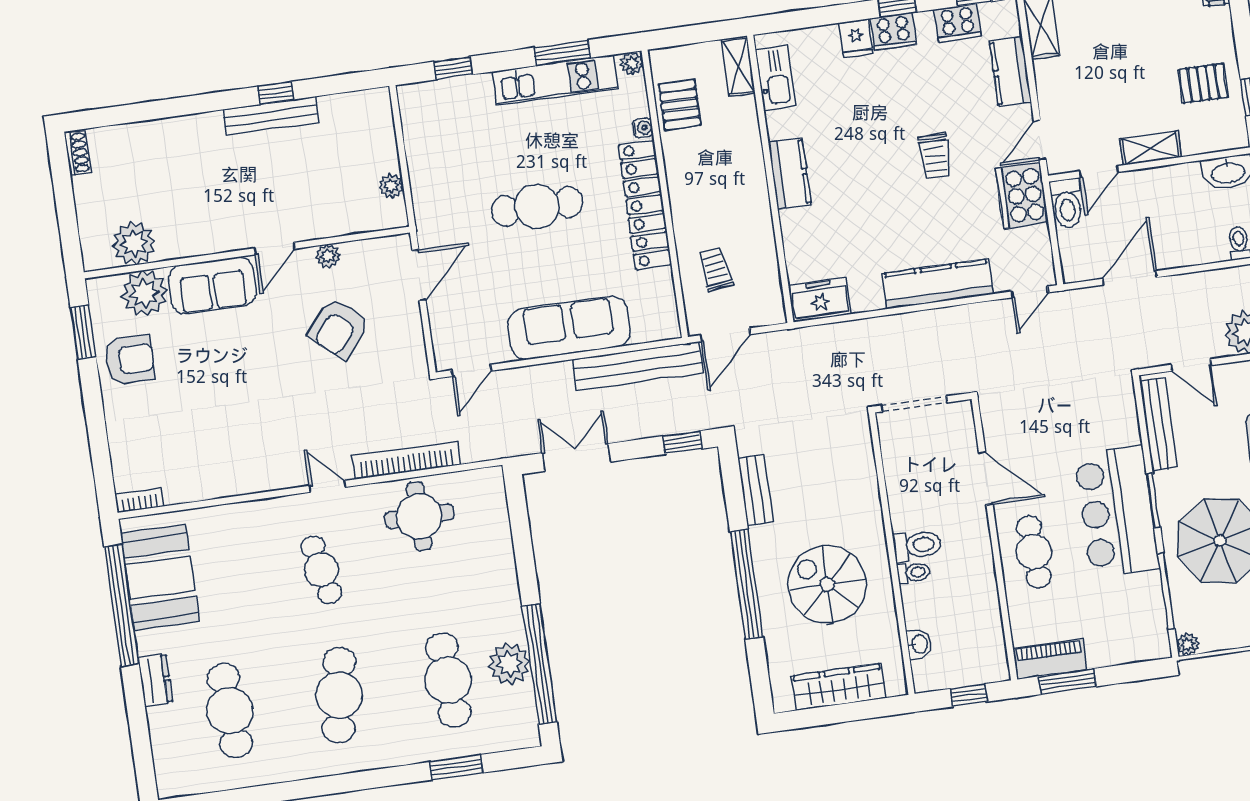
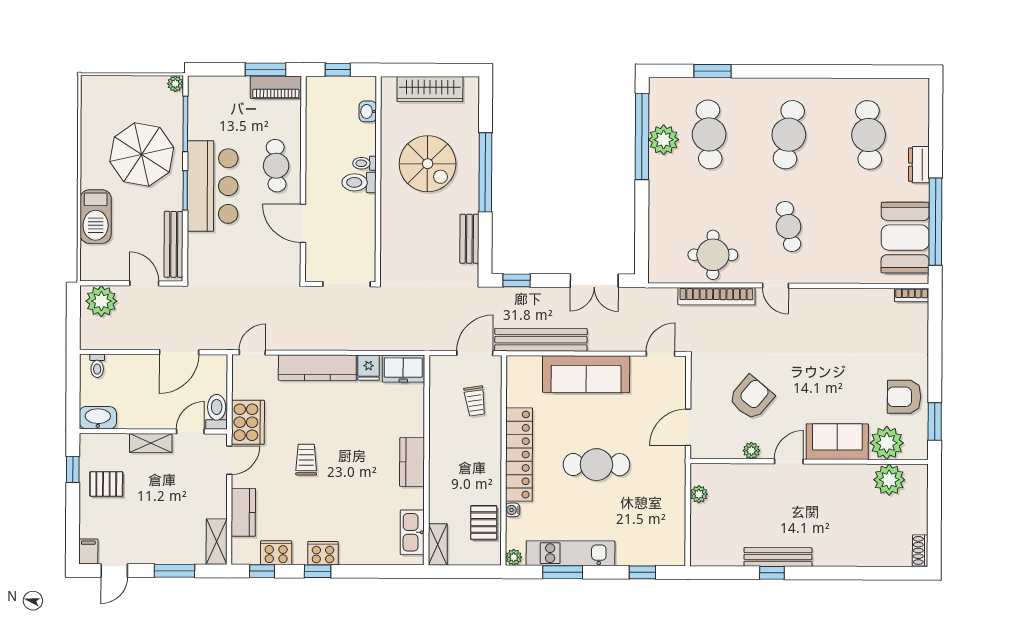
fridge: (856, 38) -> (369, 368), moved, turned 180

